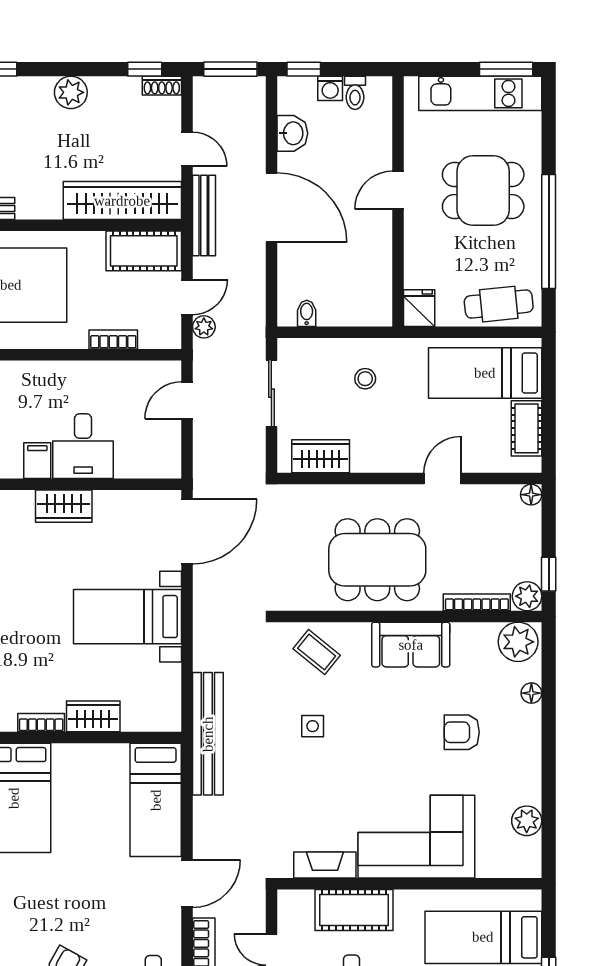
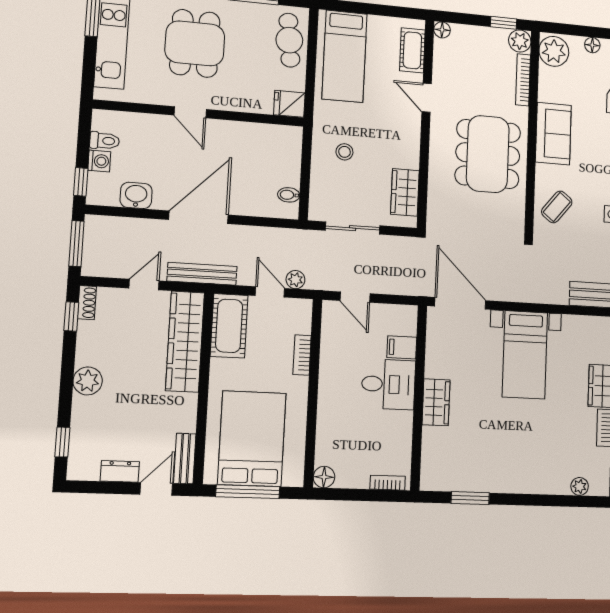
cot: (526, 428) -> (412, 50), moved, turned 90
filing cabinet: (37, 461) -> (402, 347), moved

